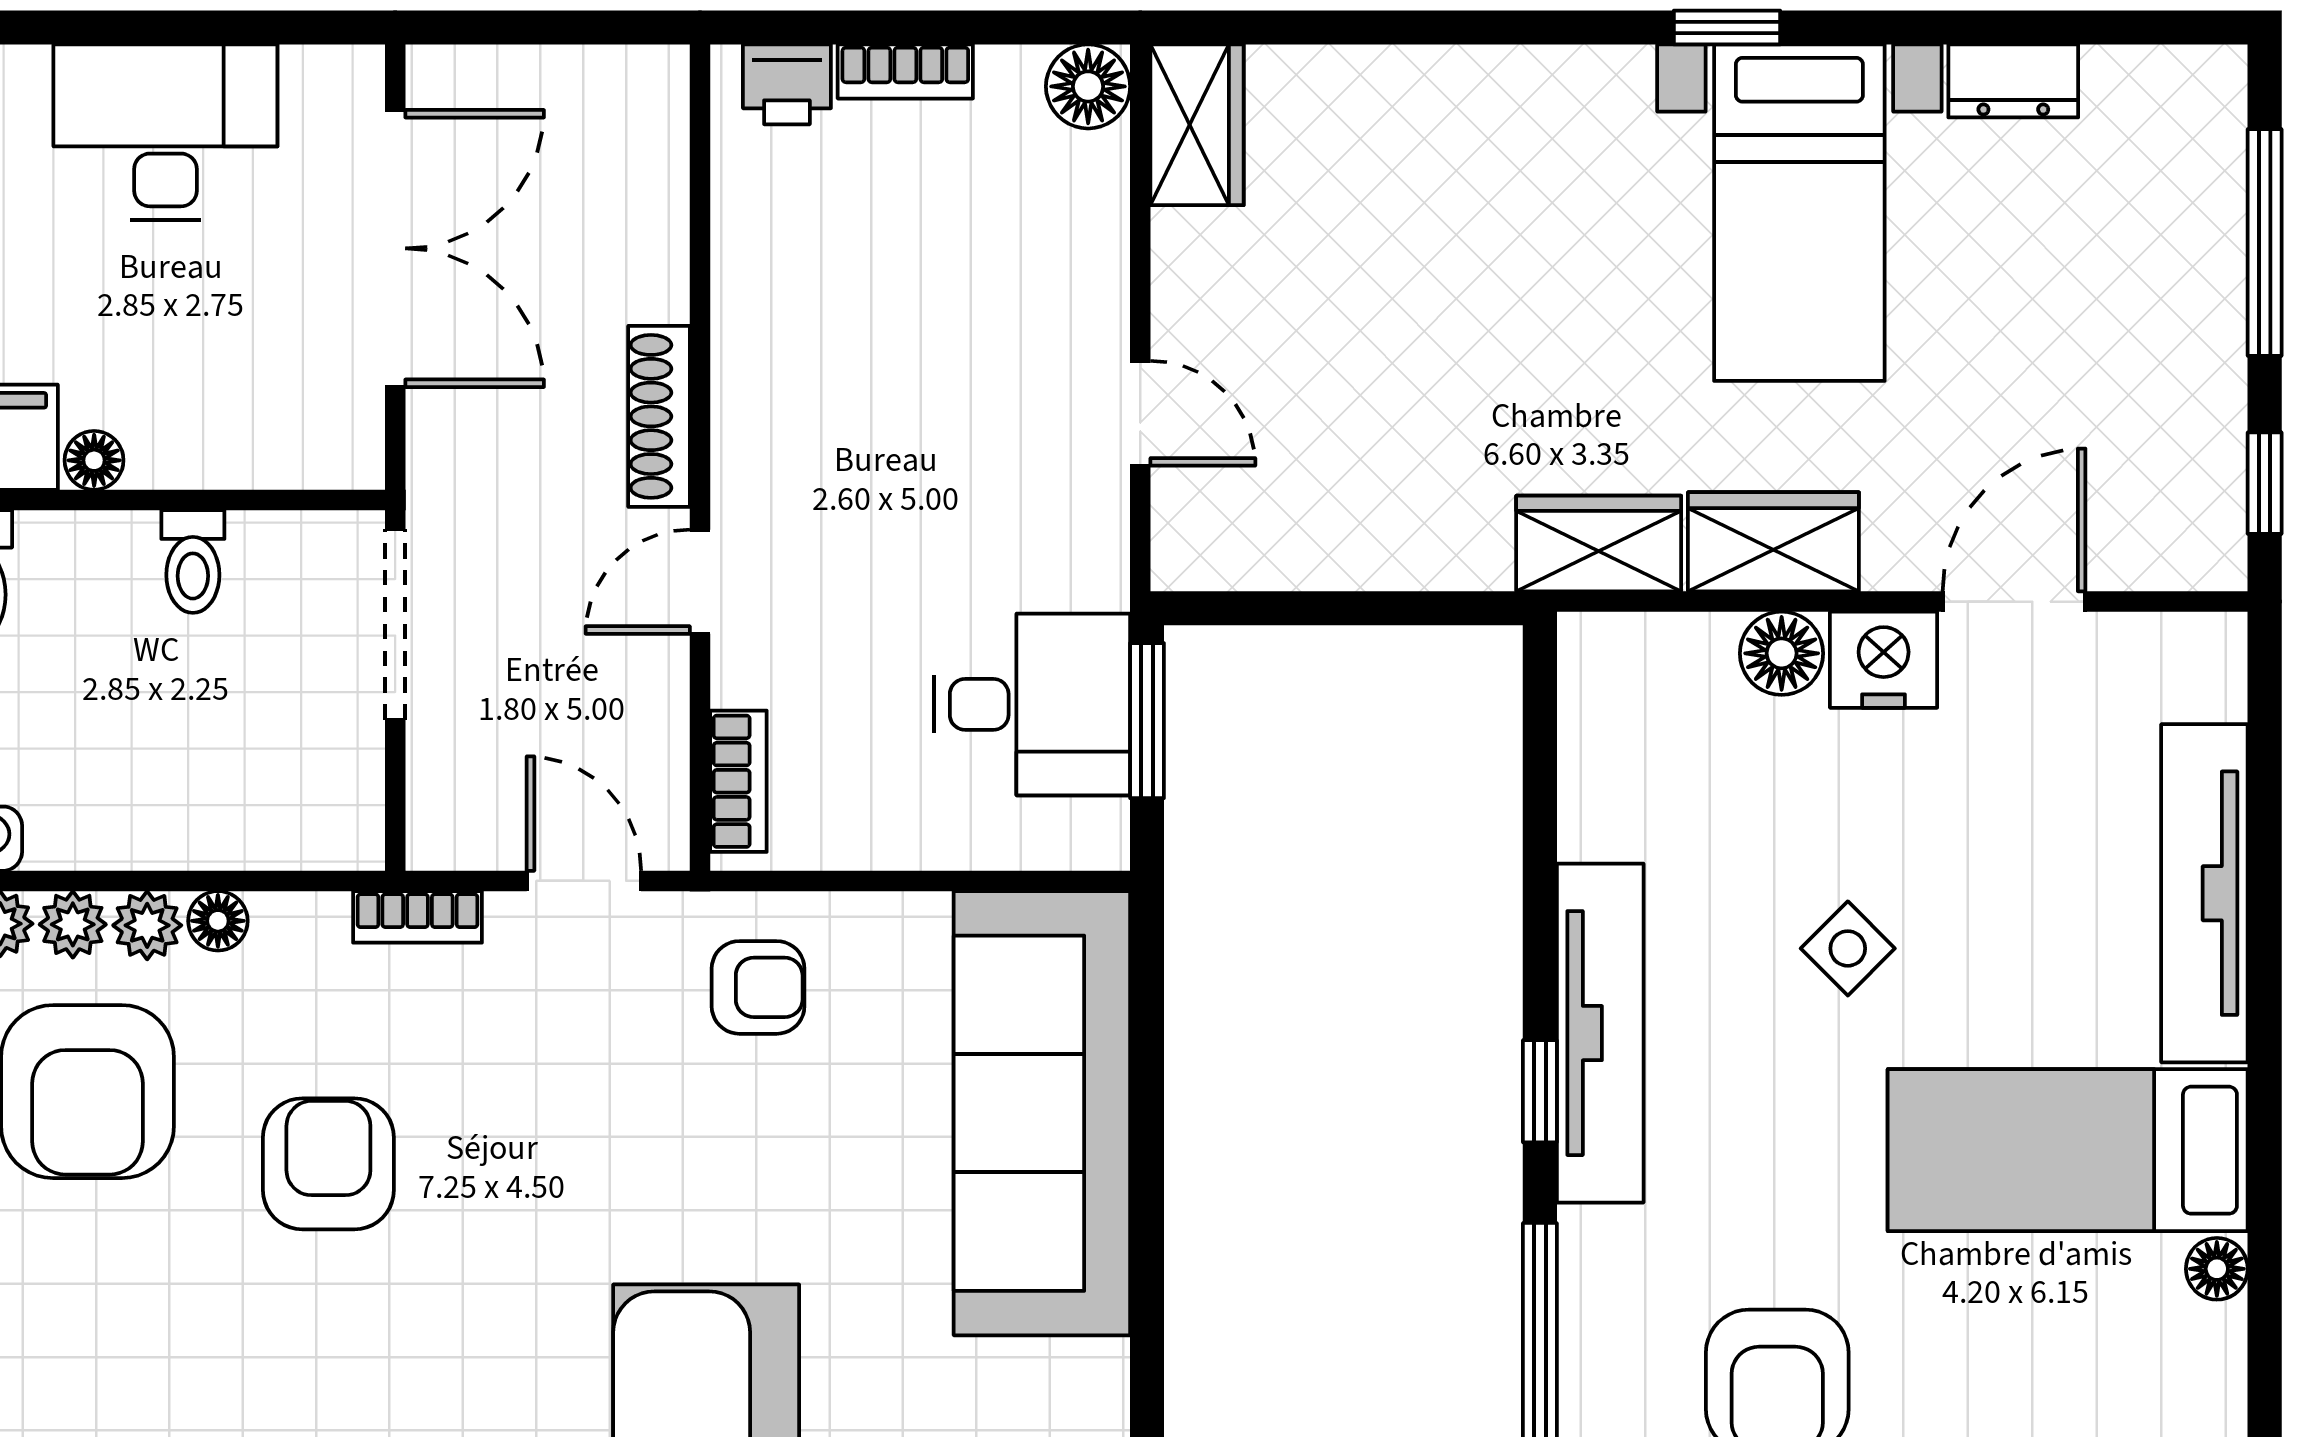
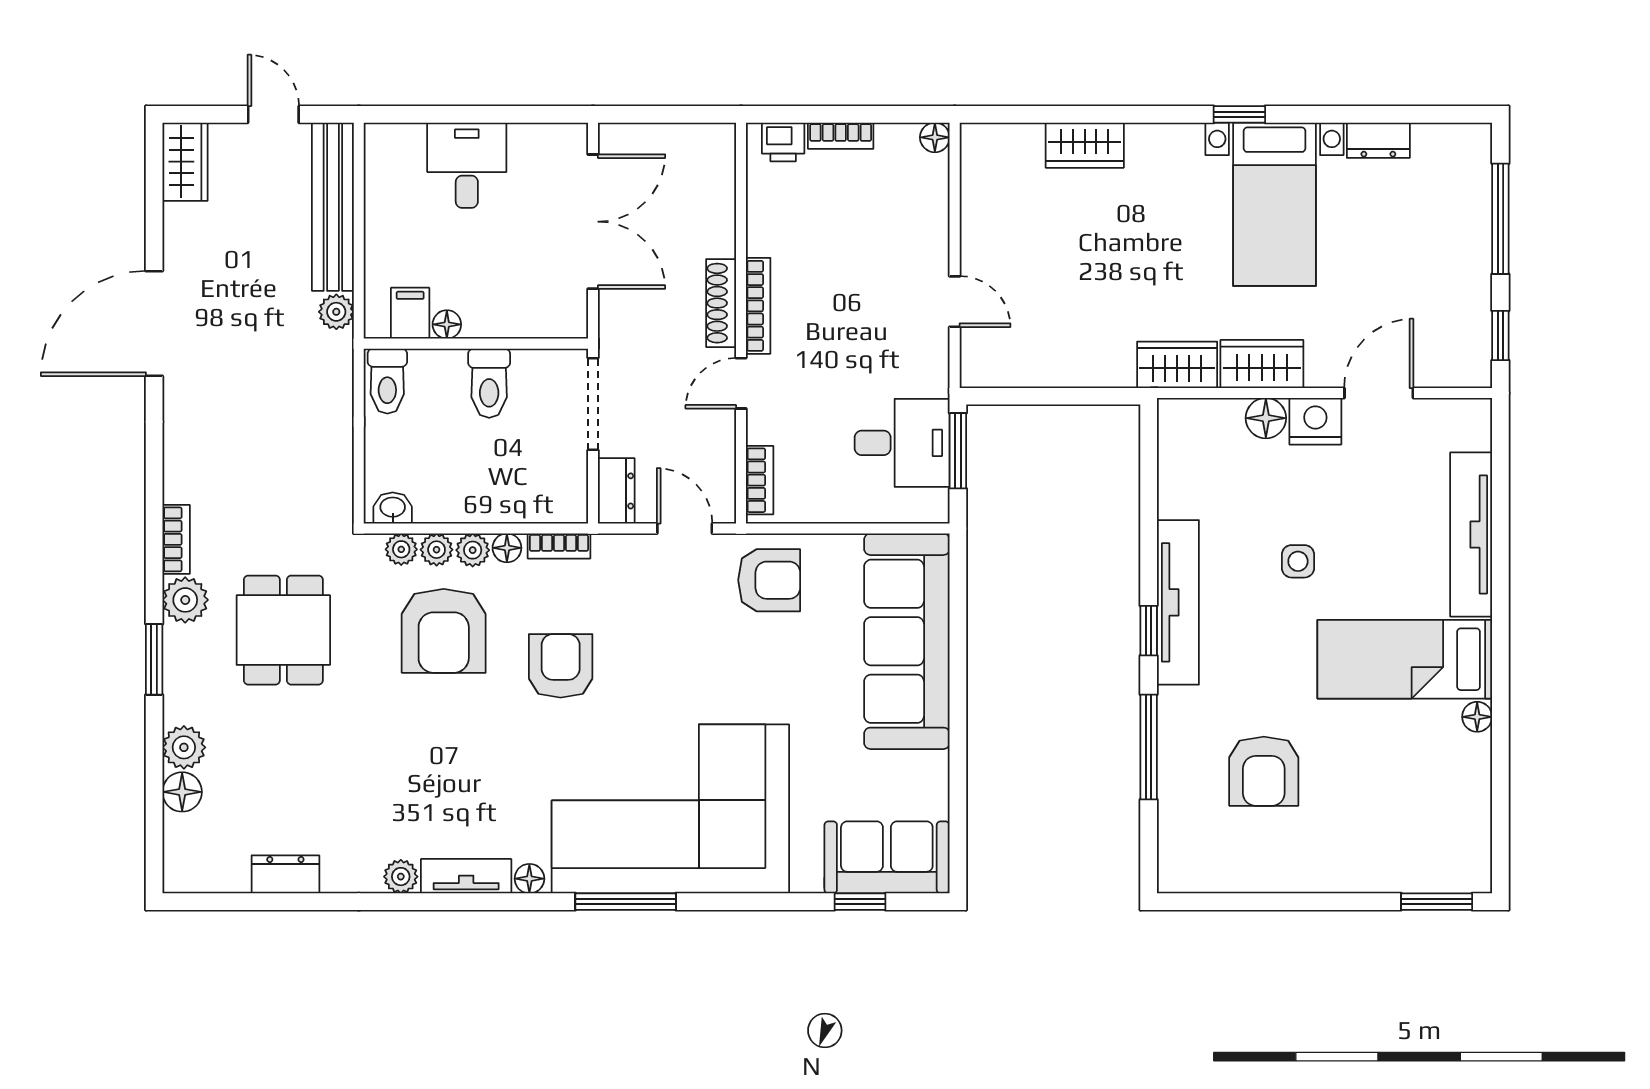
floor lamp: (1088, 86) -> (935, 137), width x0.73, depth x0.73
wardrobe: (1197, 125) -> (1085, 145), moved, turned 90
desk: (165, 132) -> (467, 165), width x0.73
bookcase: (735, 422) -> (758, 306), added
toilet: (193, 562) -> (489, 383), width x1.37, depth x1.39
dresser: (443, 803) -> (616, 491), added
bookcase: (417, 917) -> (559, 546), moved
side table: (1848, 948) -> (1298, 561), turned 45
armchair: (758, 987) -> (769, 580), width x1.38, depth x1.38

